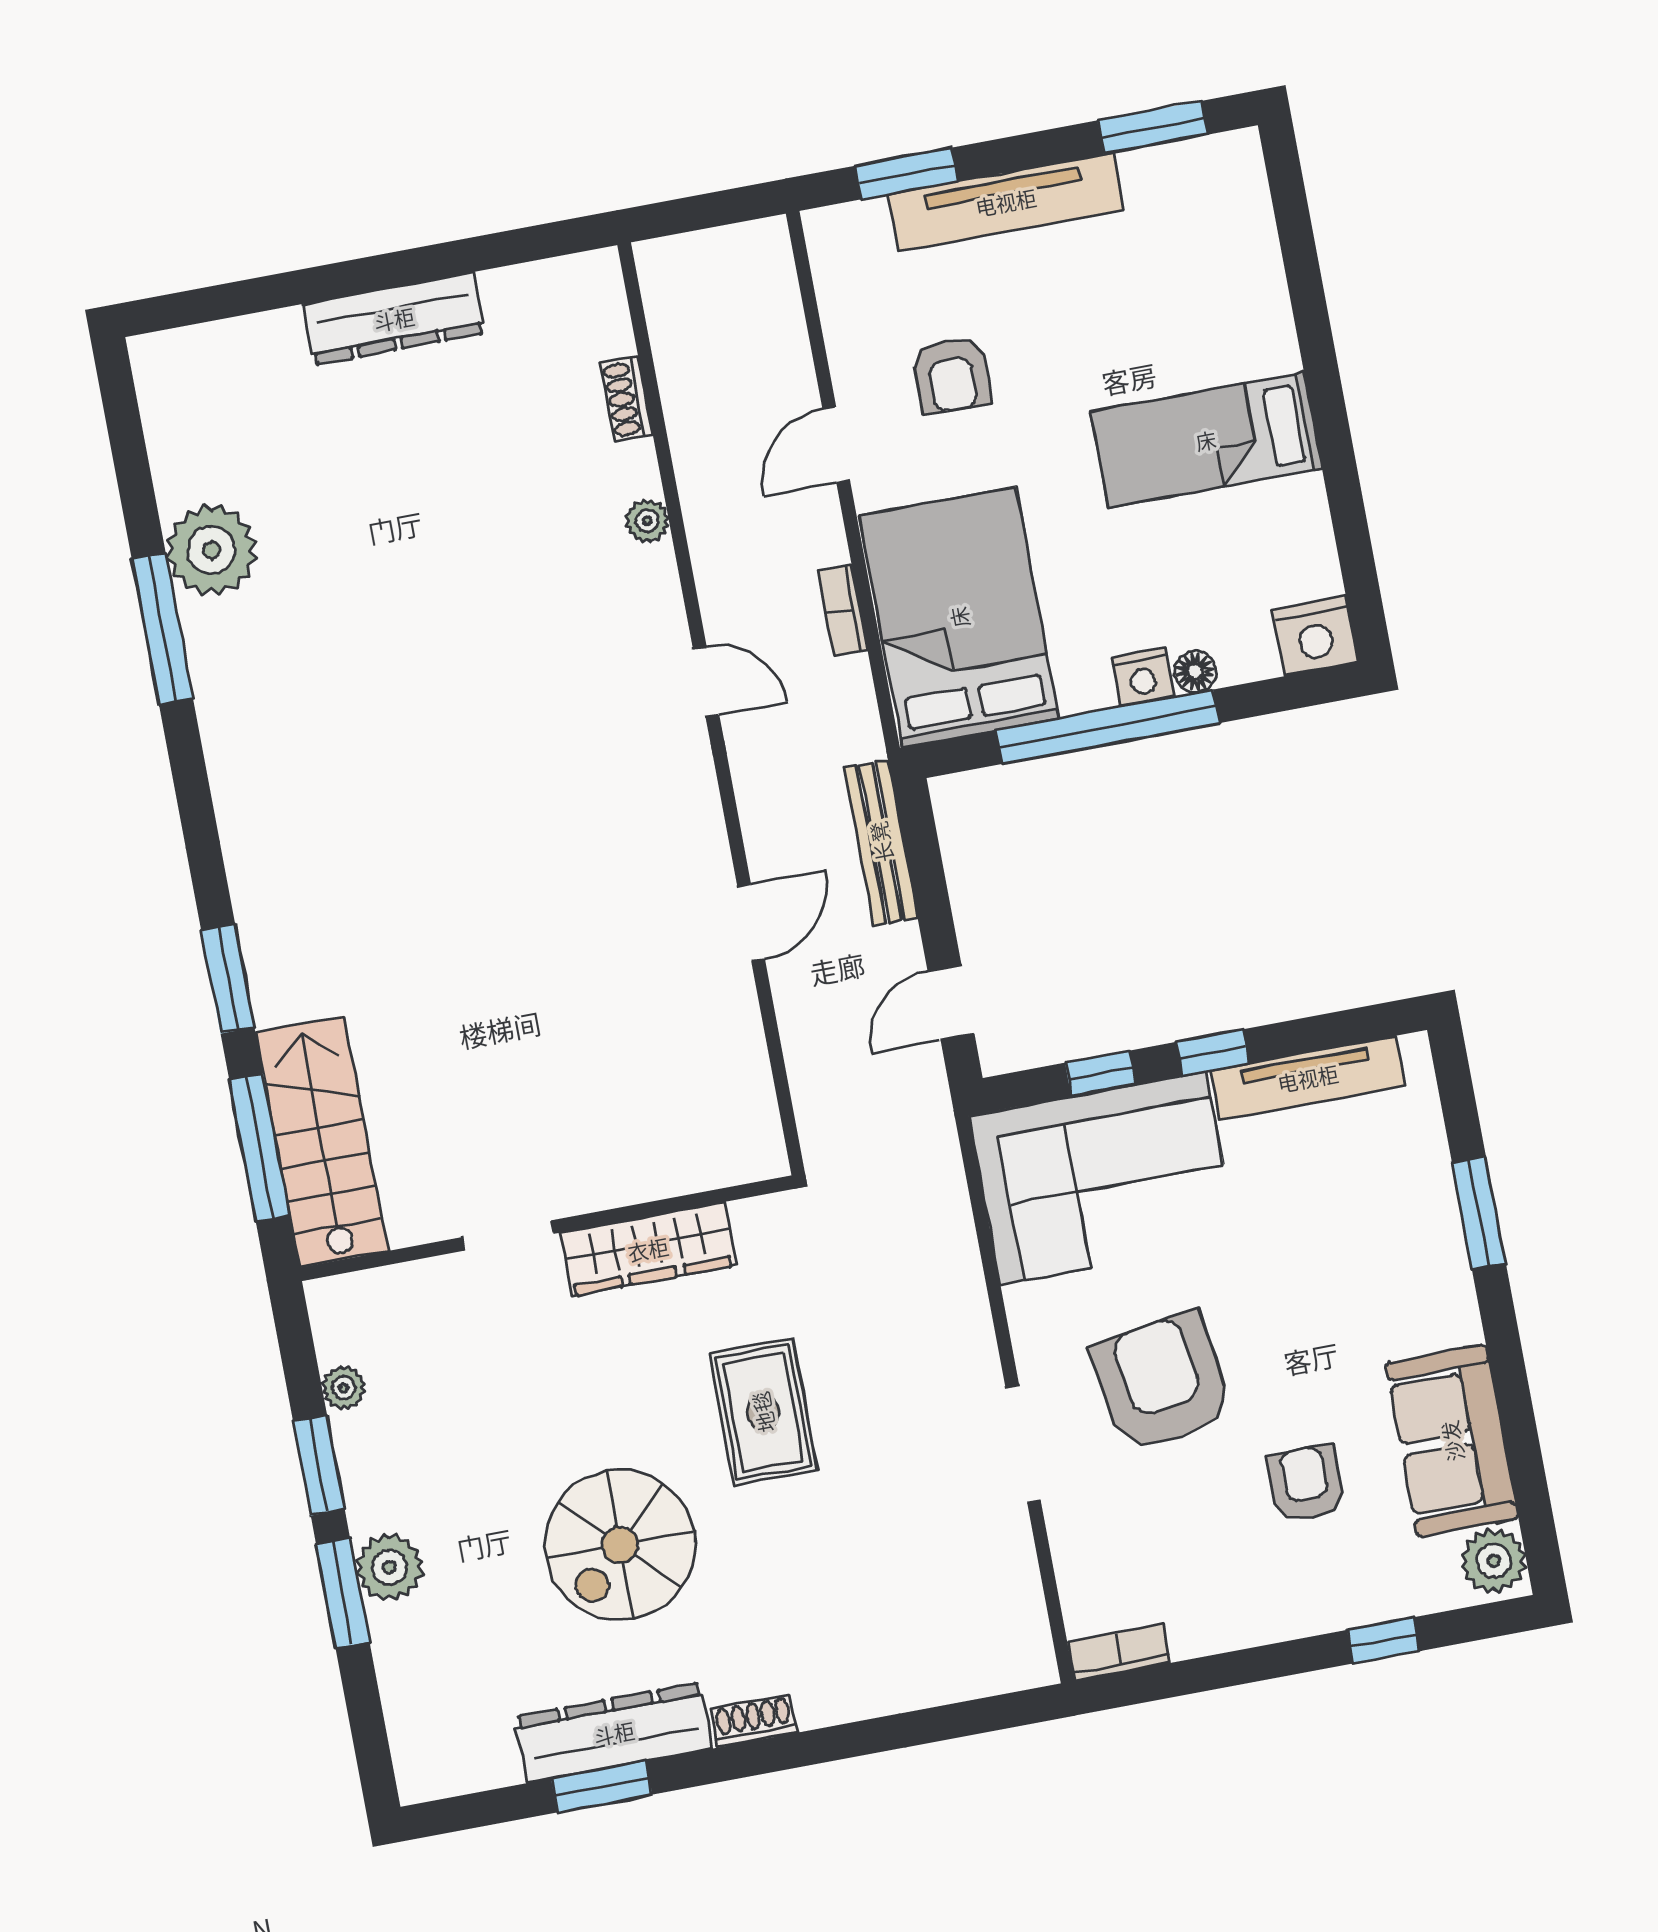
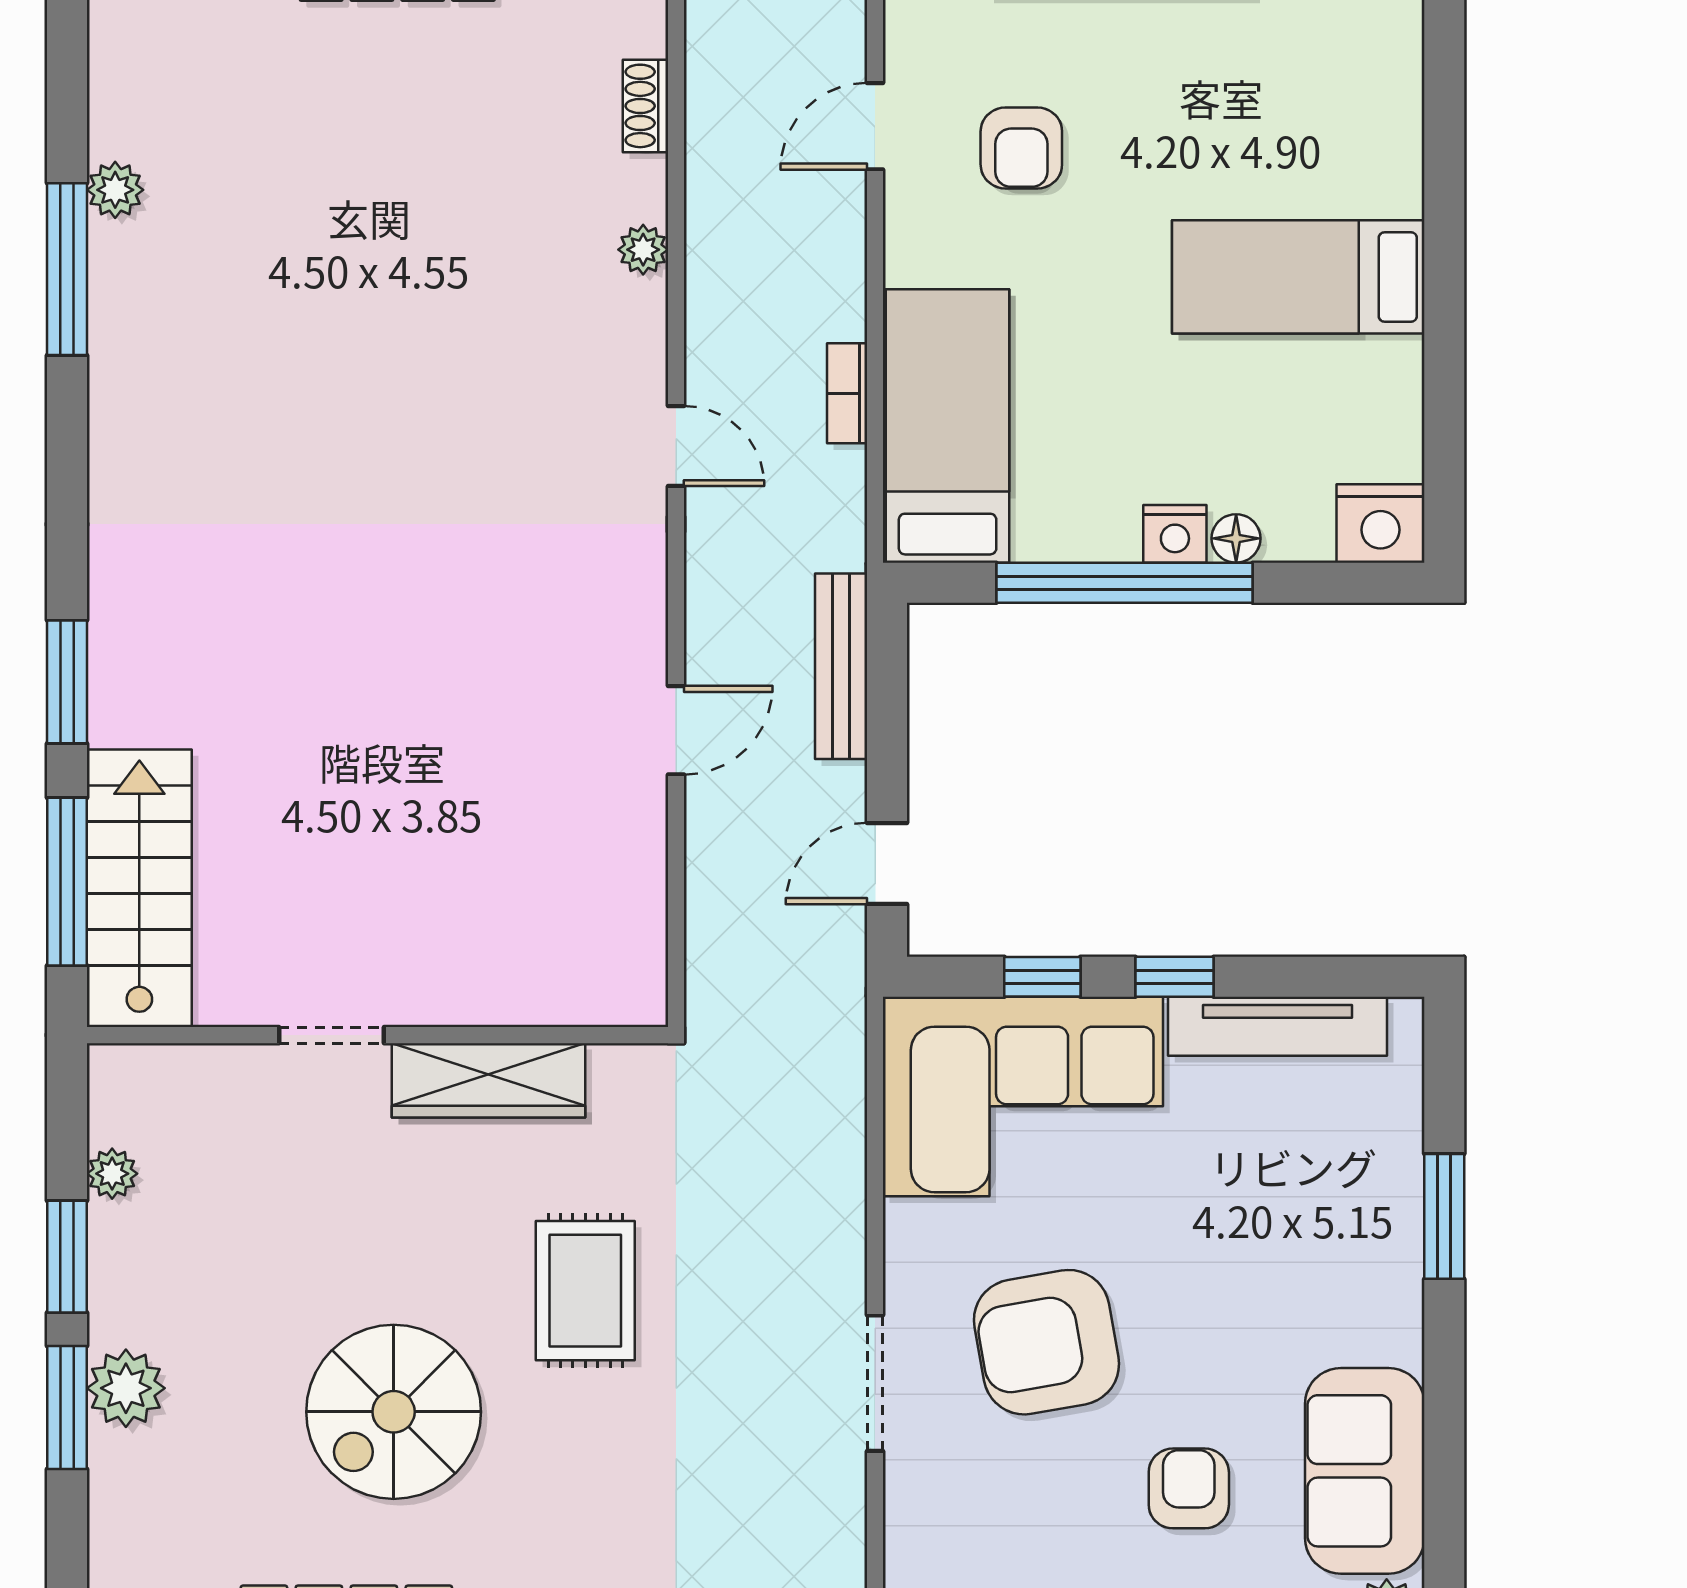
door: (836, 445) -> (875, 126), moved
plant: (211, 550) -> (115, 190), width x0.53, depth x0.53
bed: (959, 617) -> (948, 426), width x0.67
armchair: (1162, 1382) -> (1046, 1342), turned -91

